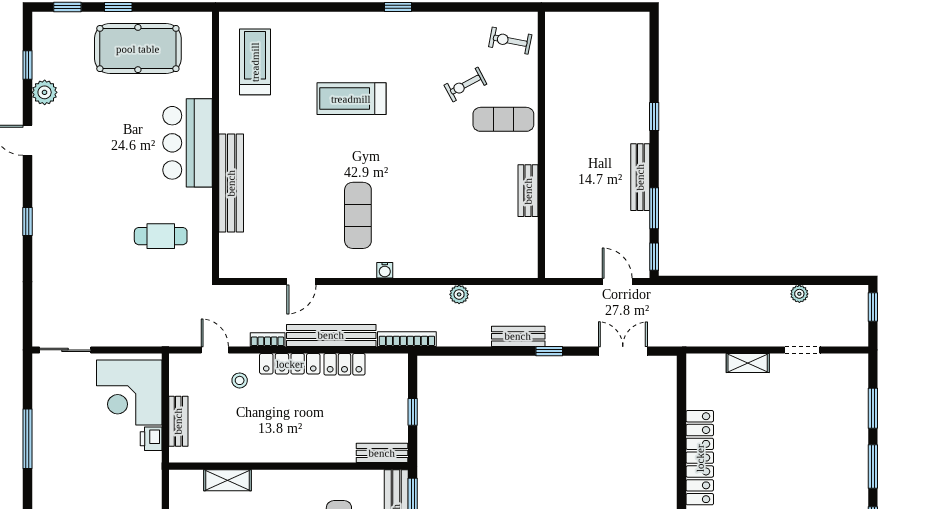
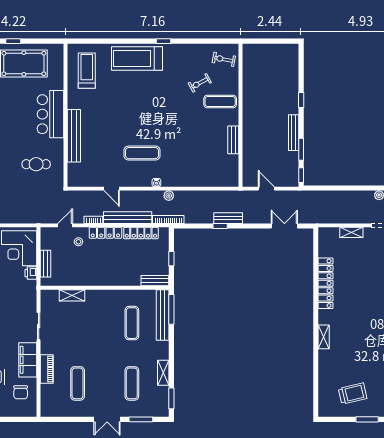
treadmill: (351, 99) -> (137, 58), moved, width x1.37, depth x1.38
exercise mat: (358, 215) -> (142, 153), turned 90
door: (301, 282) -> (112, 189), hinge flipped
door: (617, 282) -> (266, 189), moved
plant: (459, 294) -> (169, 196), moved
door: (215, 350) -> (65, 225), hinge flipped
window: (549, 351) -> (220, 226), moved
locker: (344, 364) -> (141, 233), width x1.53

